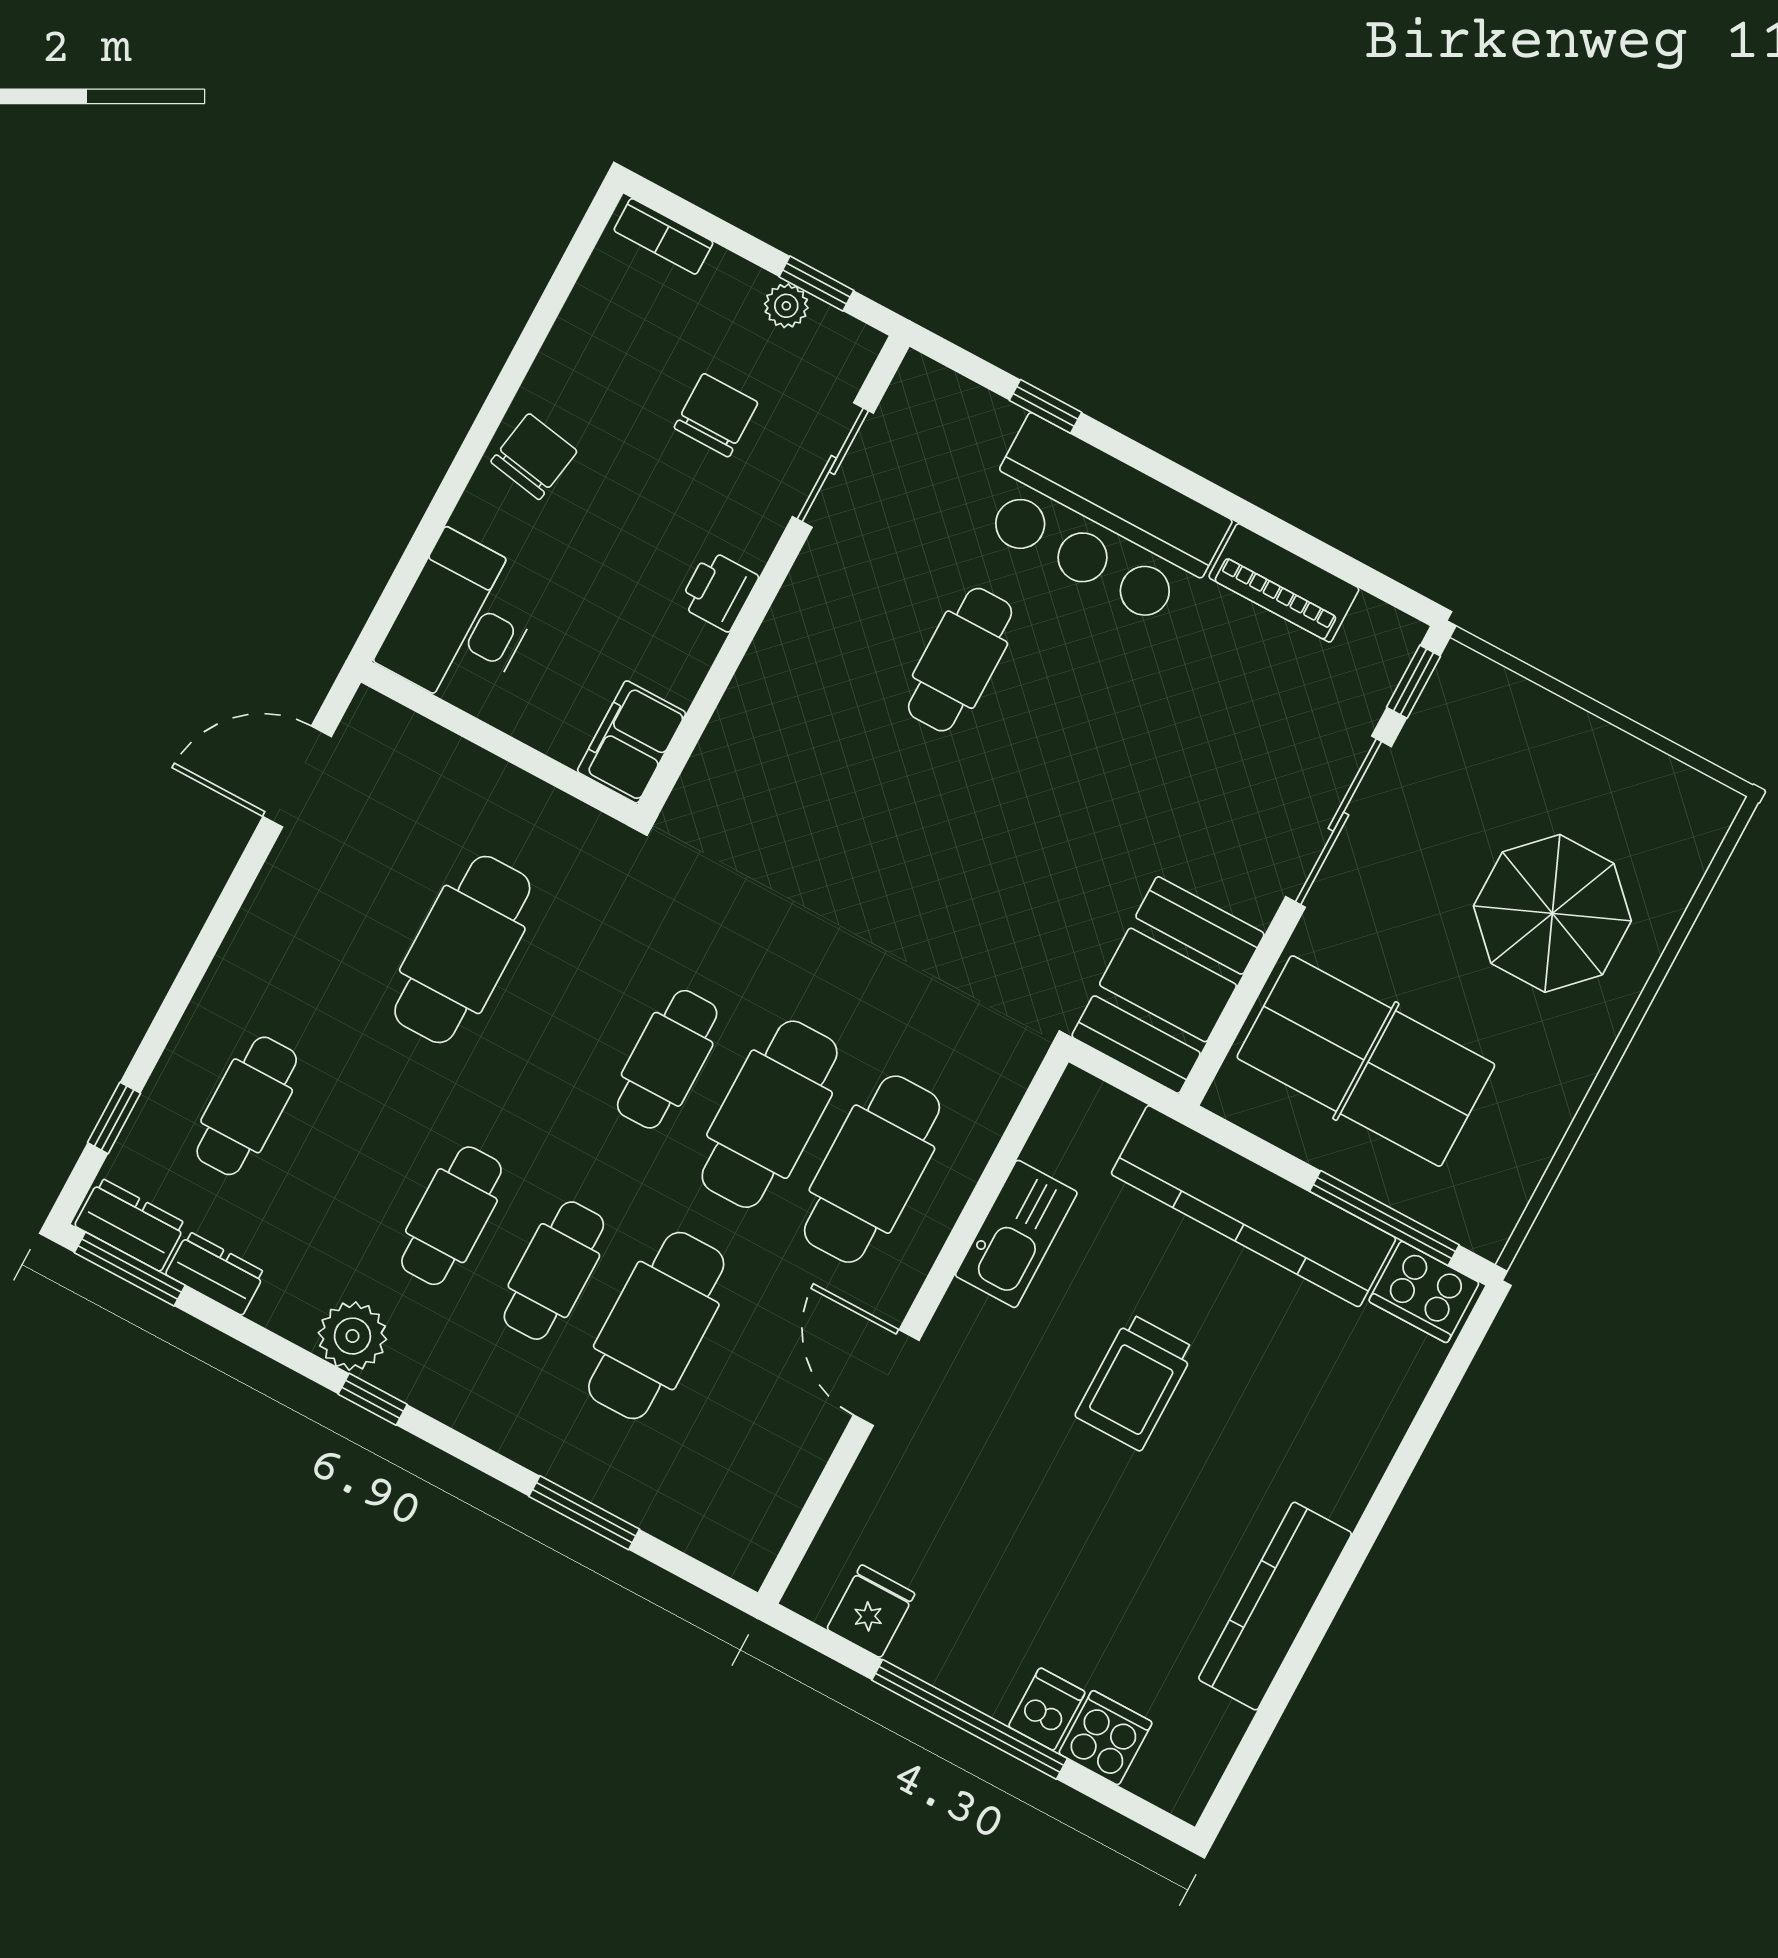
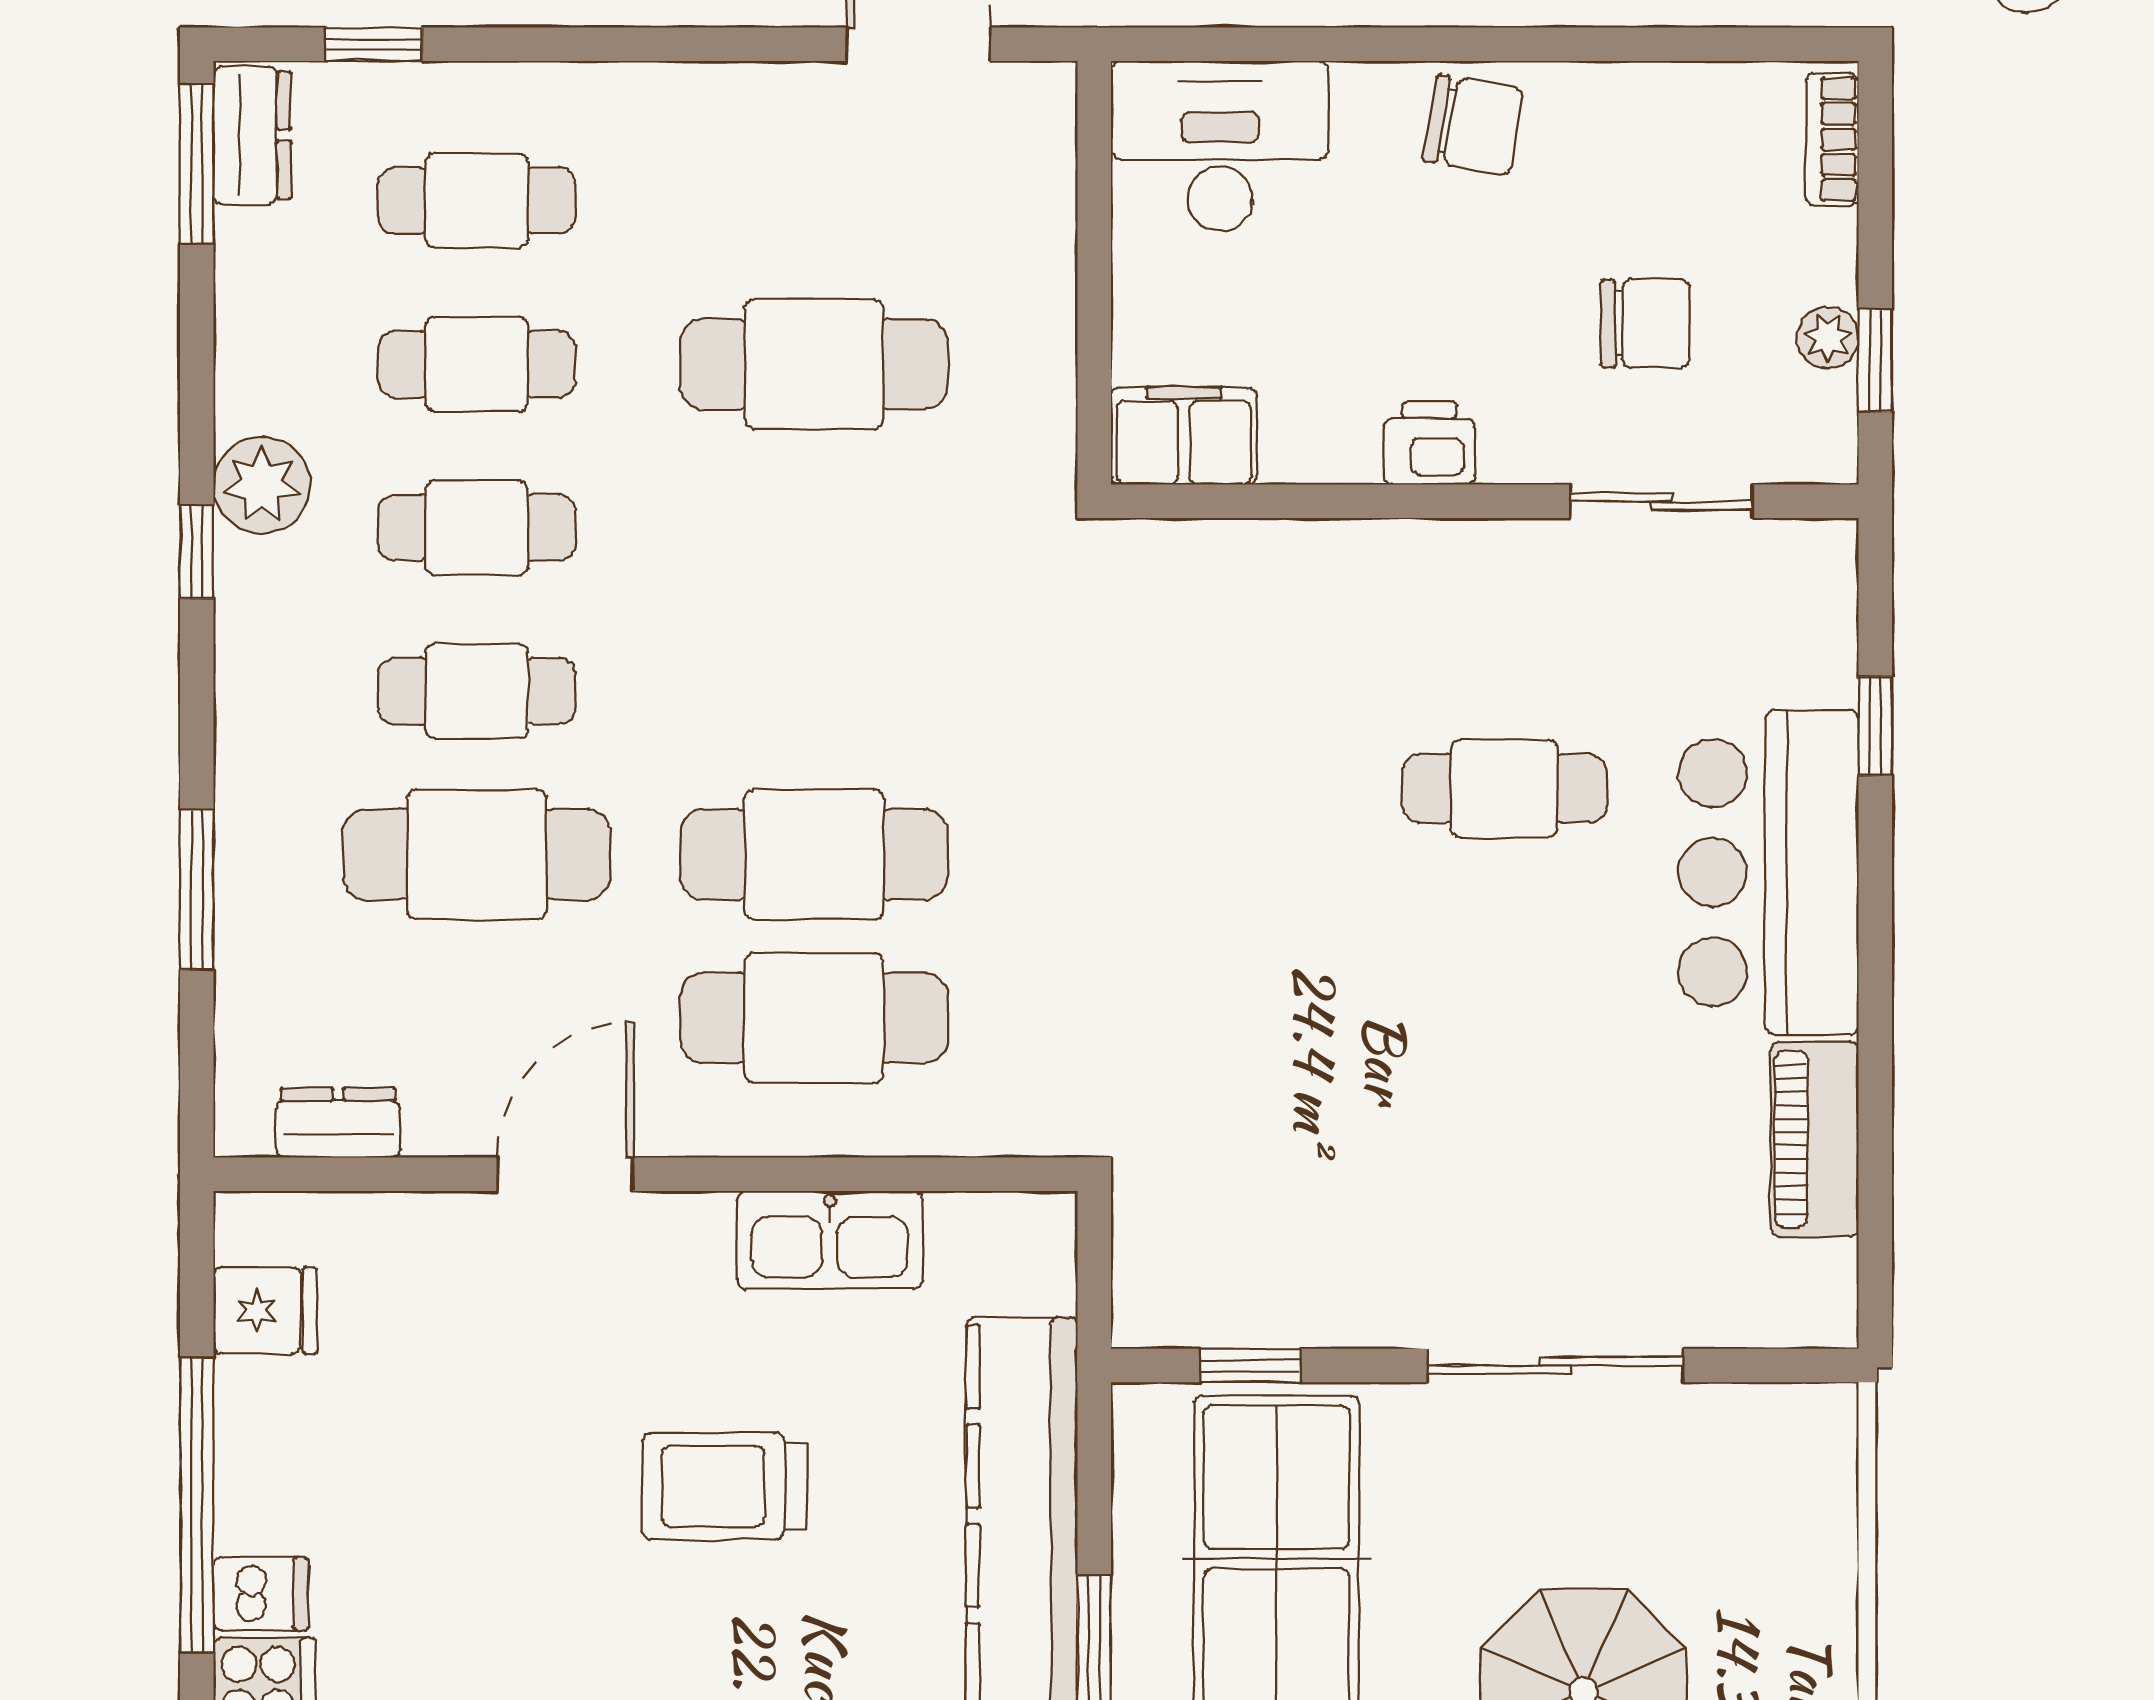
window: (1413, 682) -> (1250, 1365), moved
booth: (1168, 985) -> (1239, 1263), removed
cafe table: (667, 1059) -> (477, 364), moved
dresser: (215, 1273) -> (338, 1123), moved, turned -90

